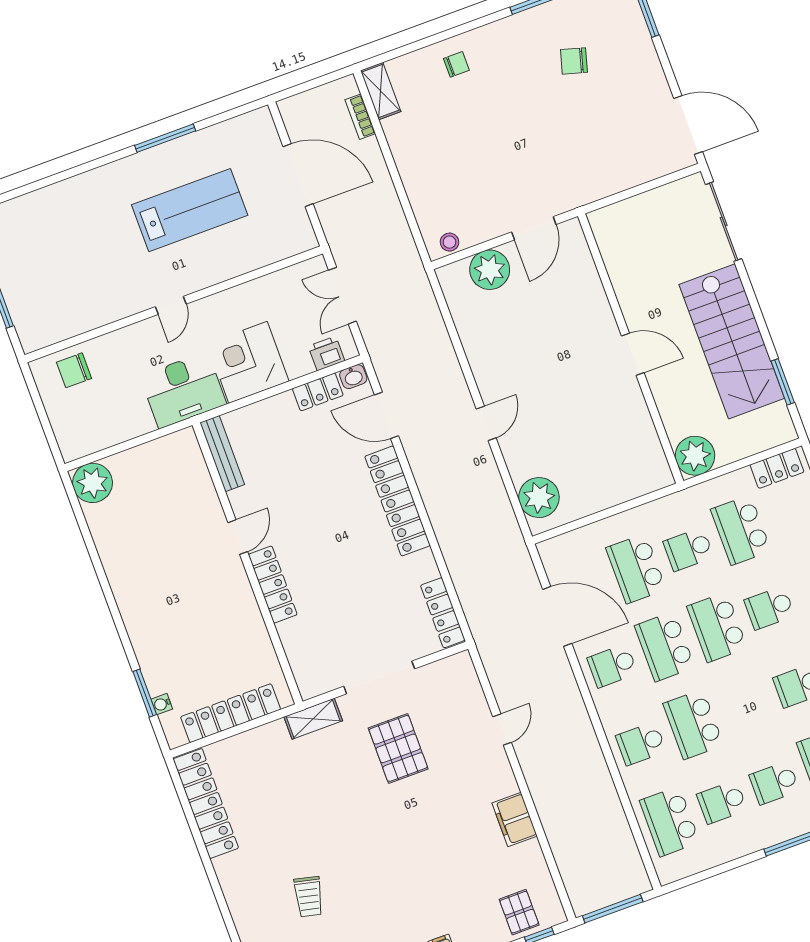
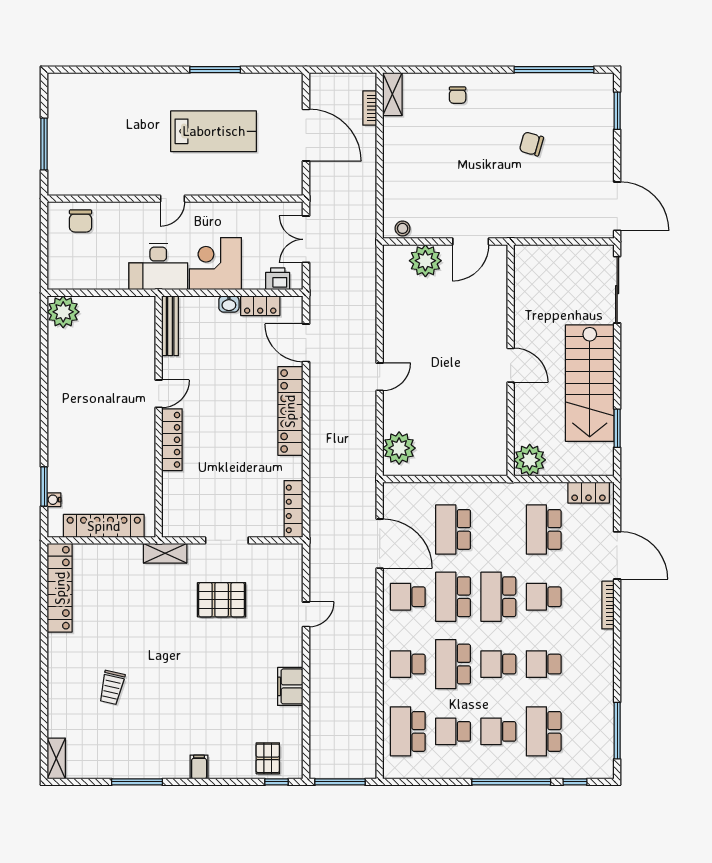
chair: (574, 61) -> (531, 144), moved
chair: (456, 64) -> (458, 95), turned 90
chair: (74, 370) -> (81, 221), turned -90
washbasin: (353, 377) -> (229, 304), moved
school desk: (688, 549) -> (498, 664), moved
doorway: (379, 677) -> (227, 540), width x0.73
pallet: (398, 748) -> (222, 600), turned 90

